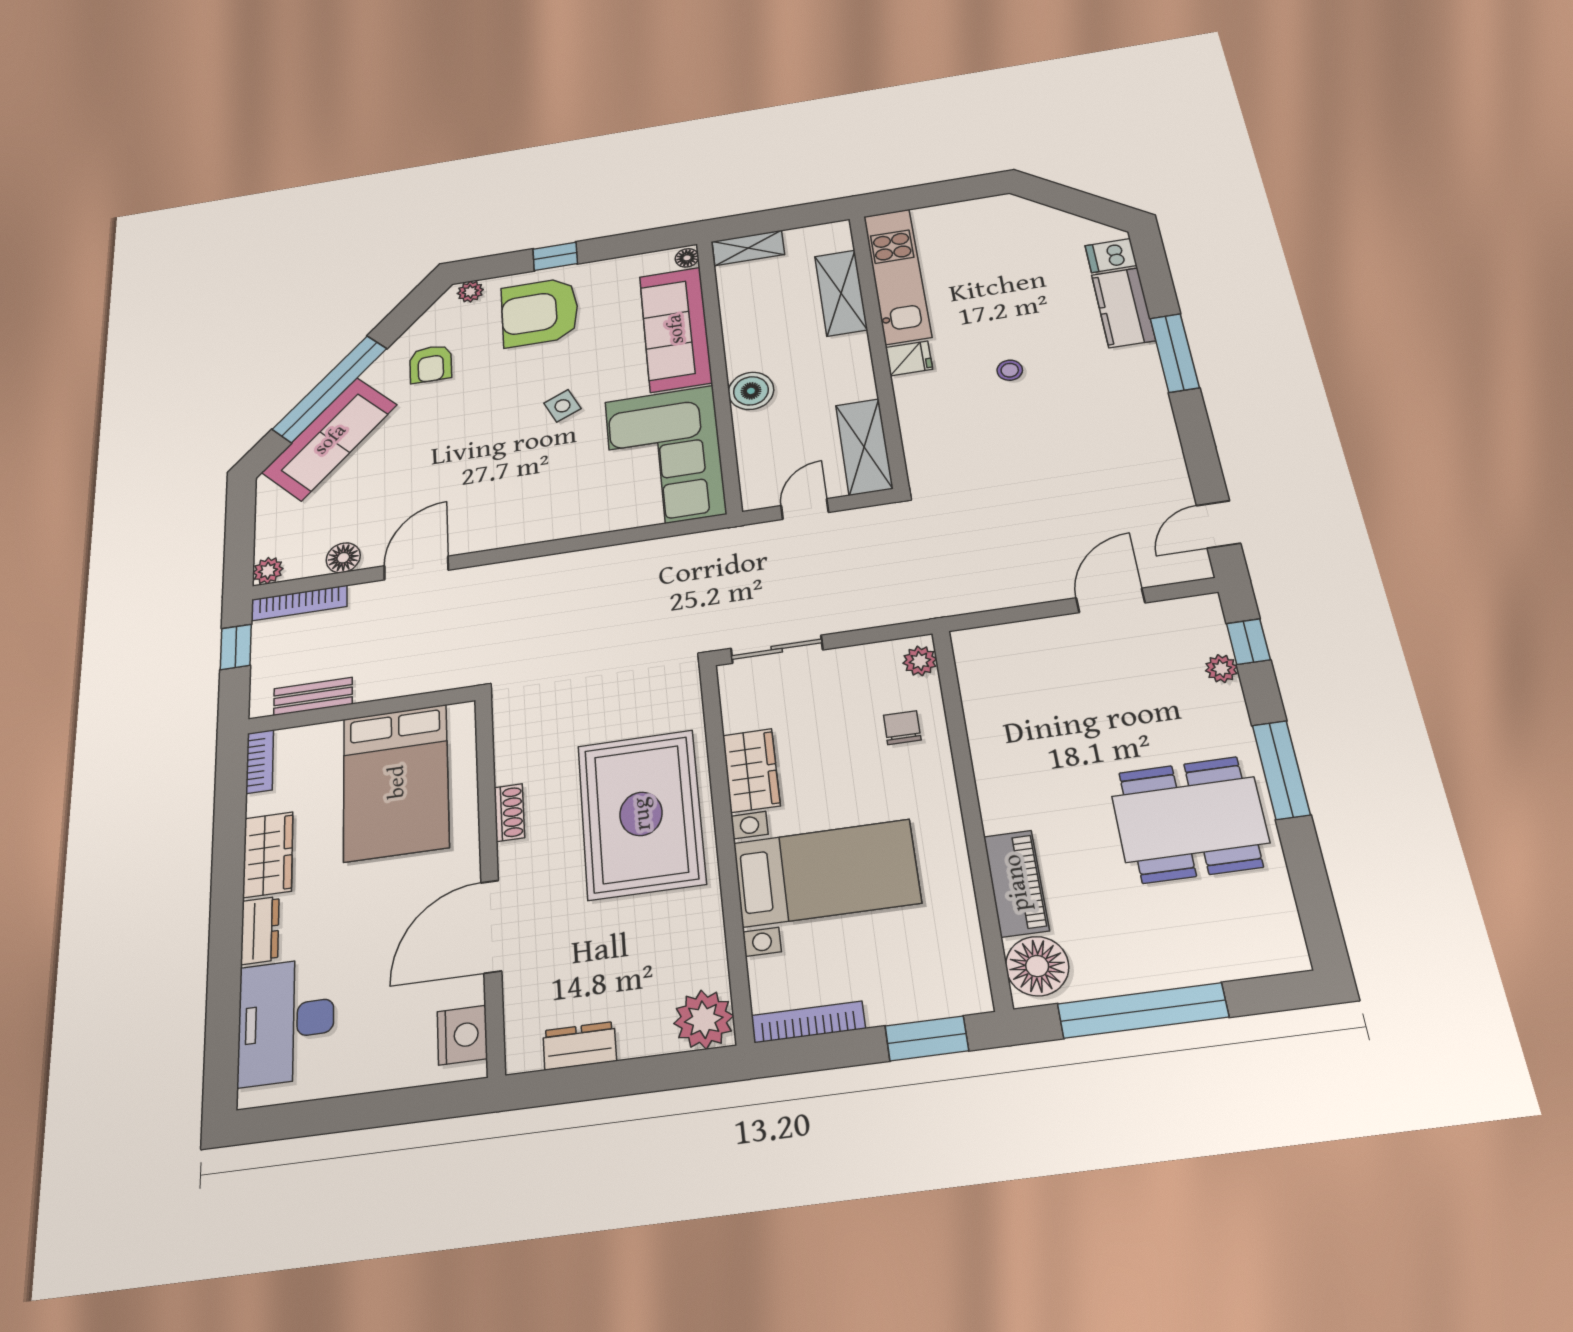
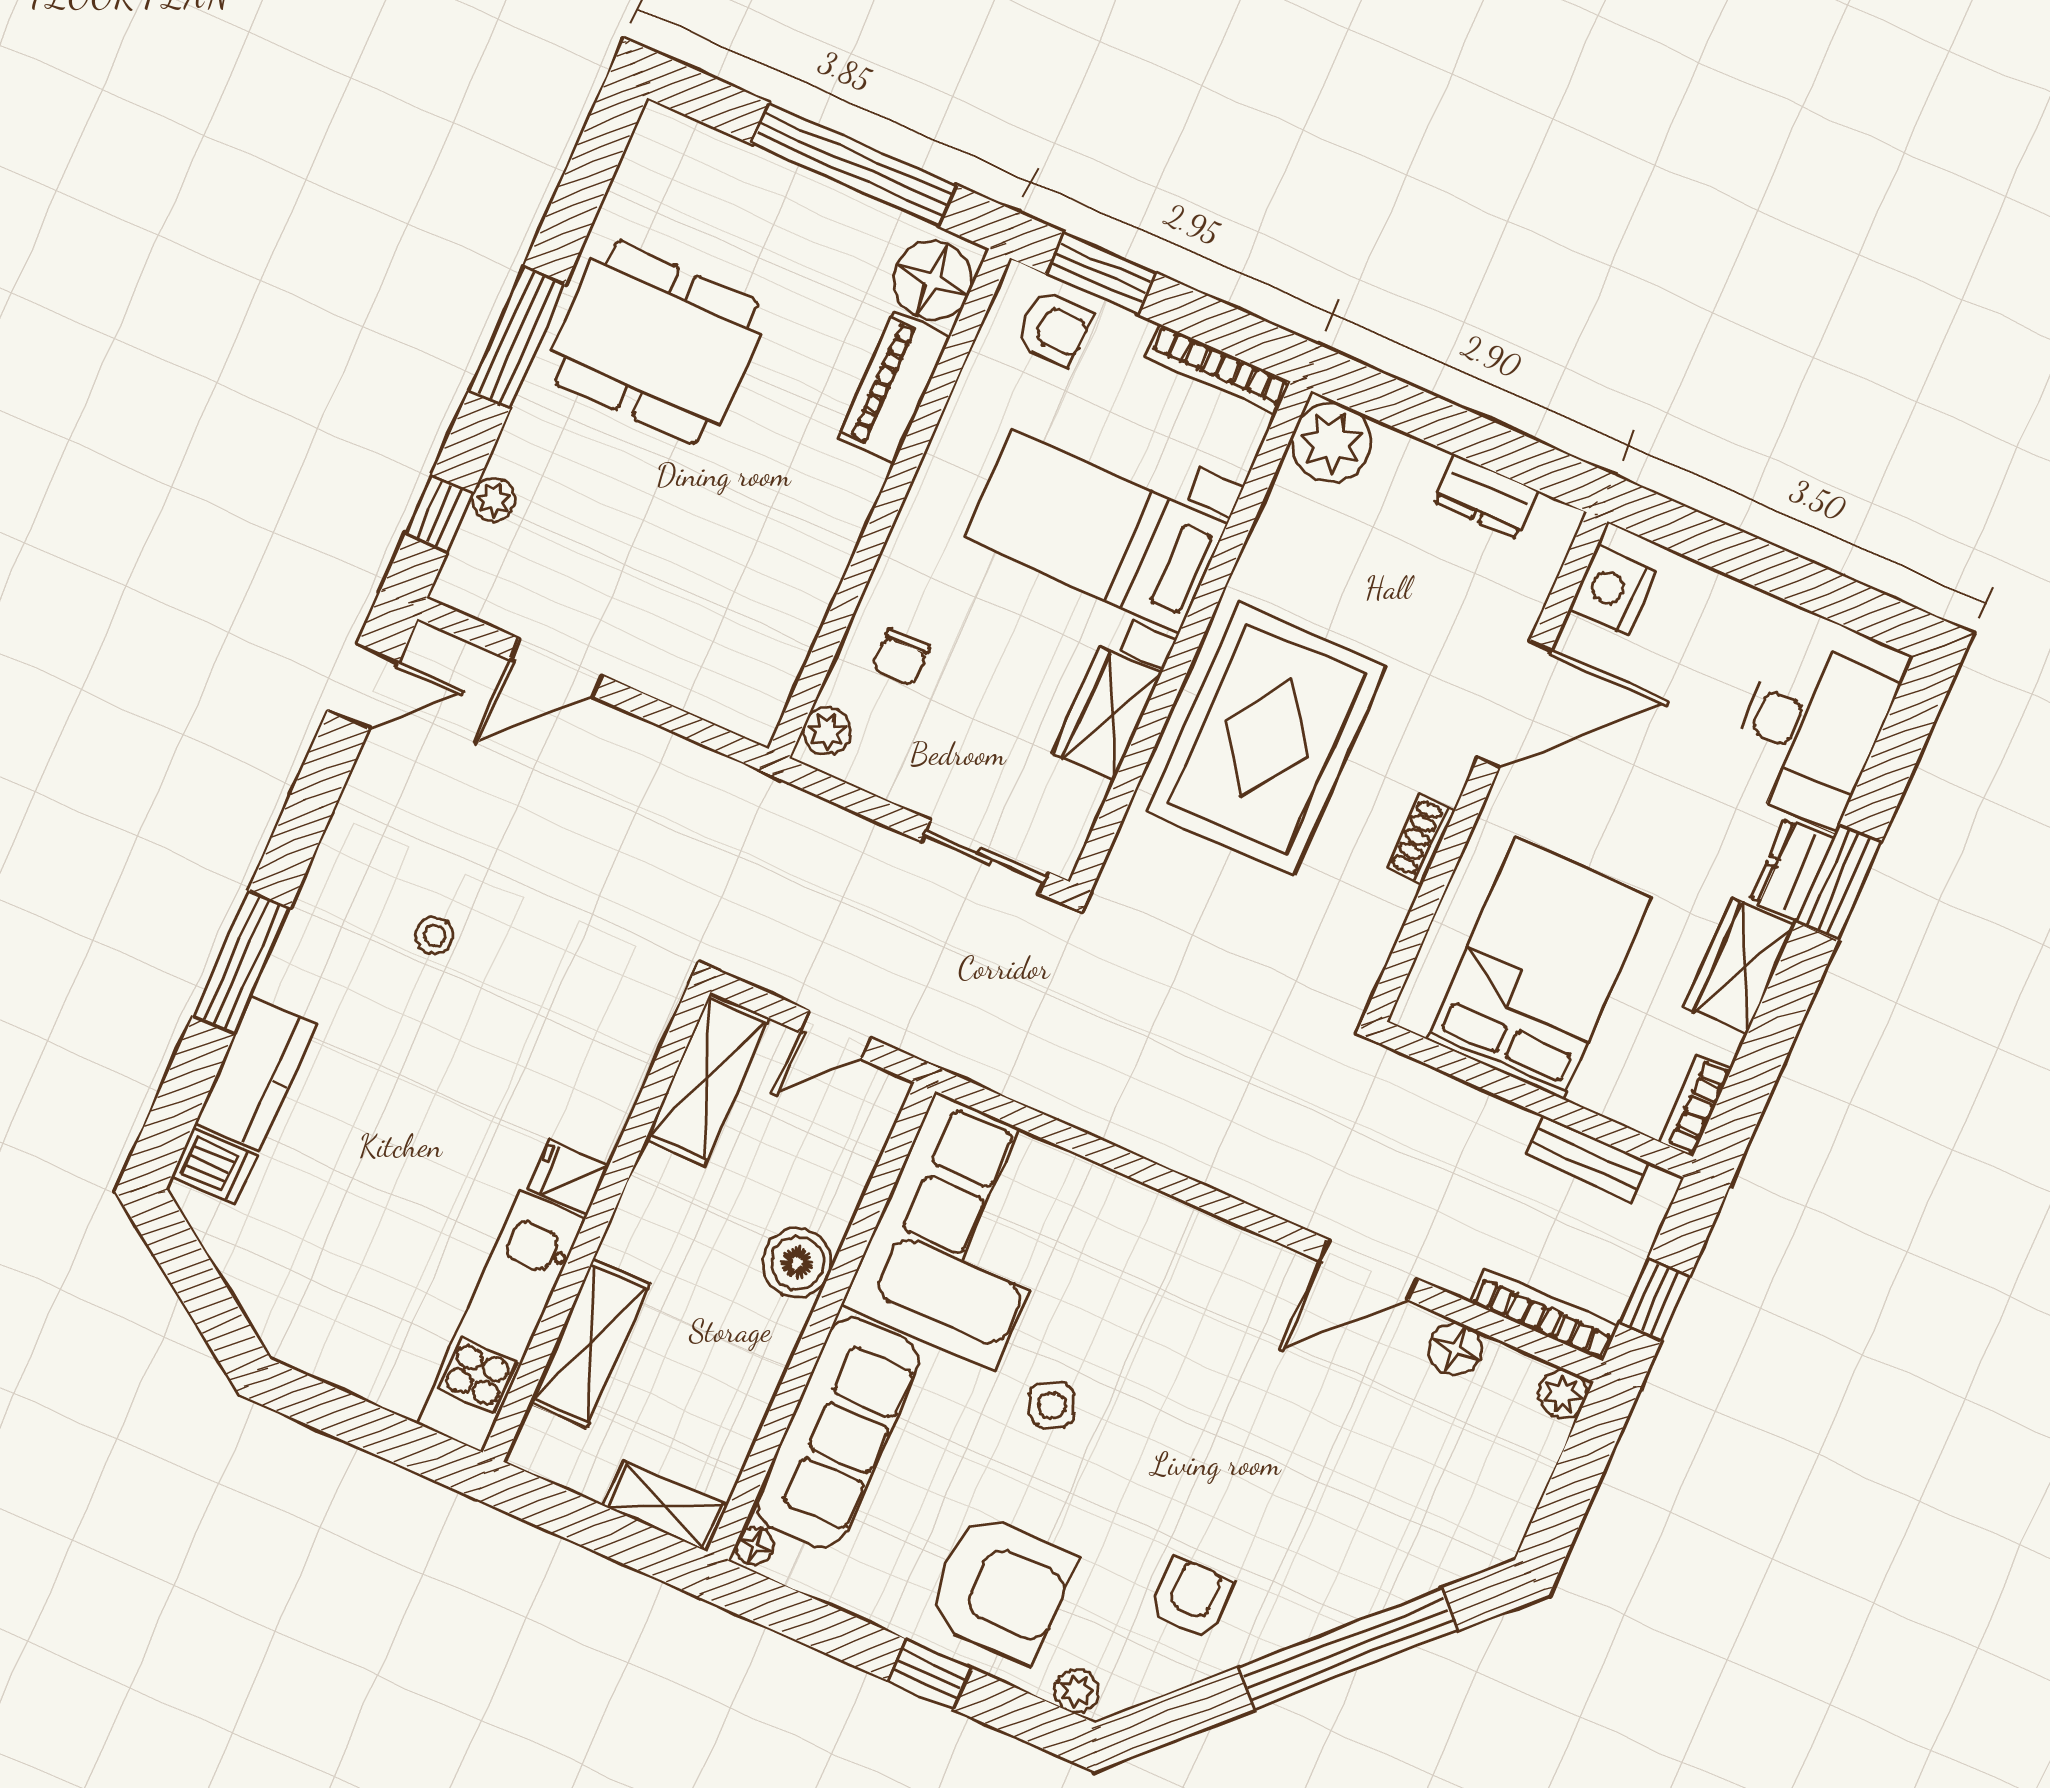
stool: (1010, 370) -> (434, 935), moved
sofa: (330, 439) -> (1387, 1561), removed
window: (225, 940) -> (1839, 882), added
armchair: (935, 983) -> (1054, 328), added

